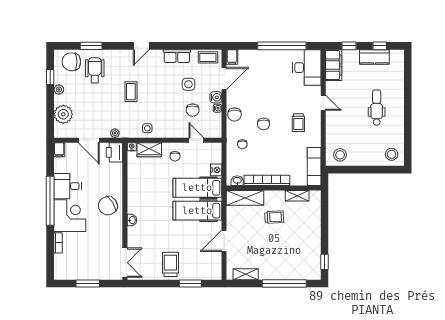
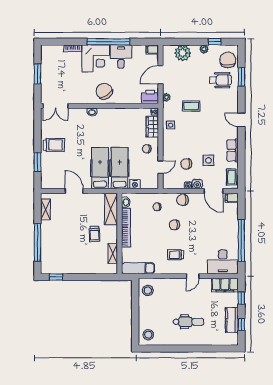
coffee table: (131, 92) -> (191, 106), moved

